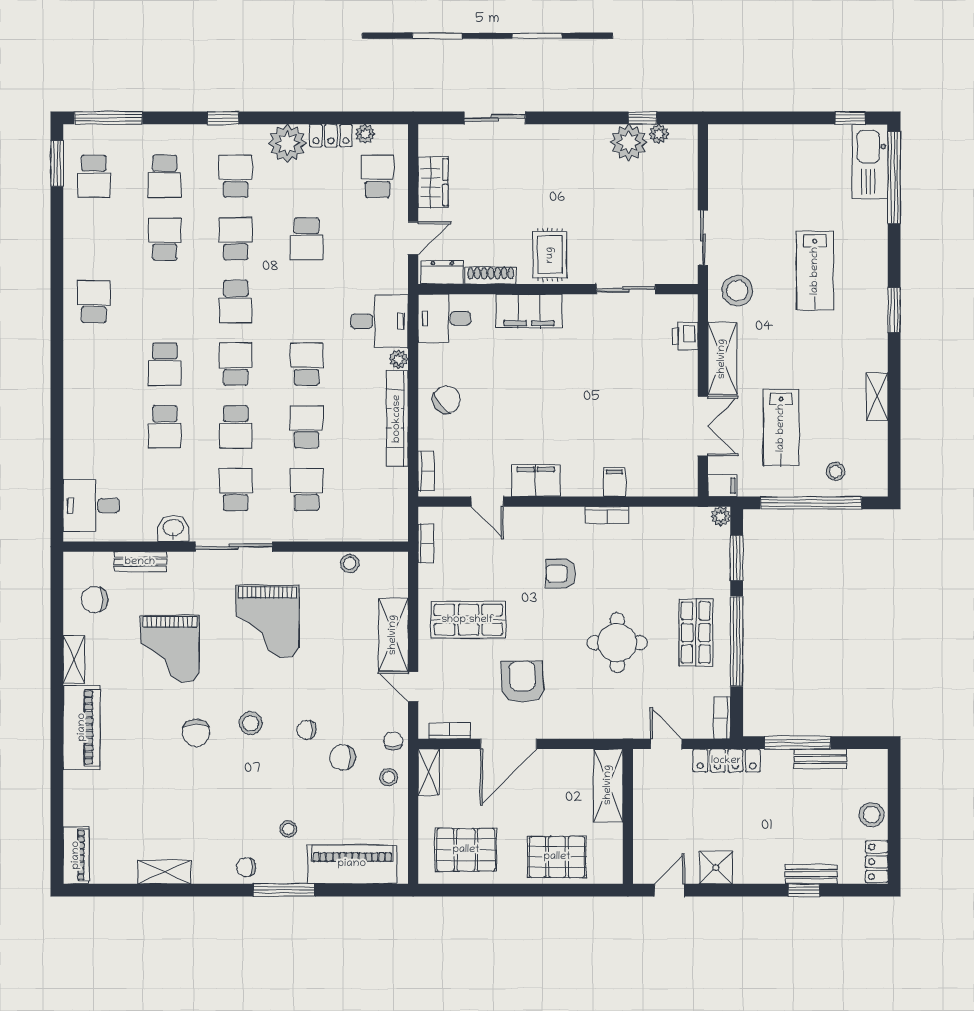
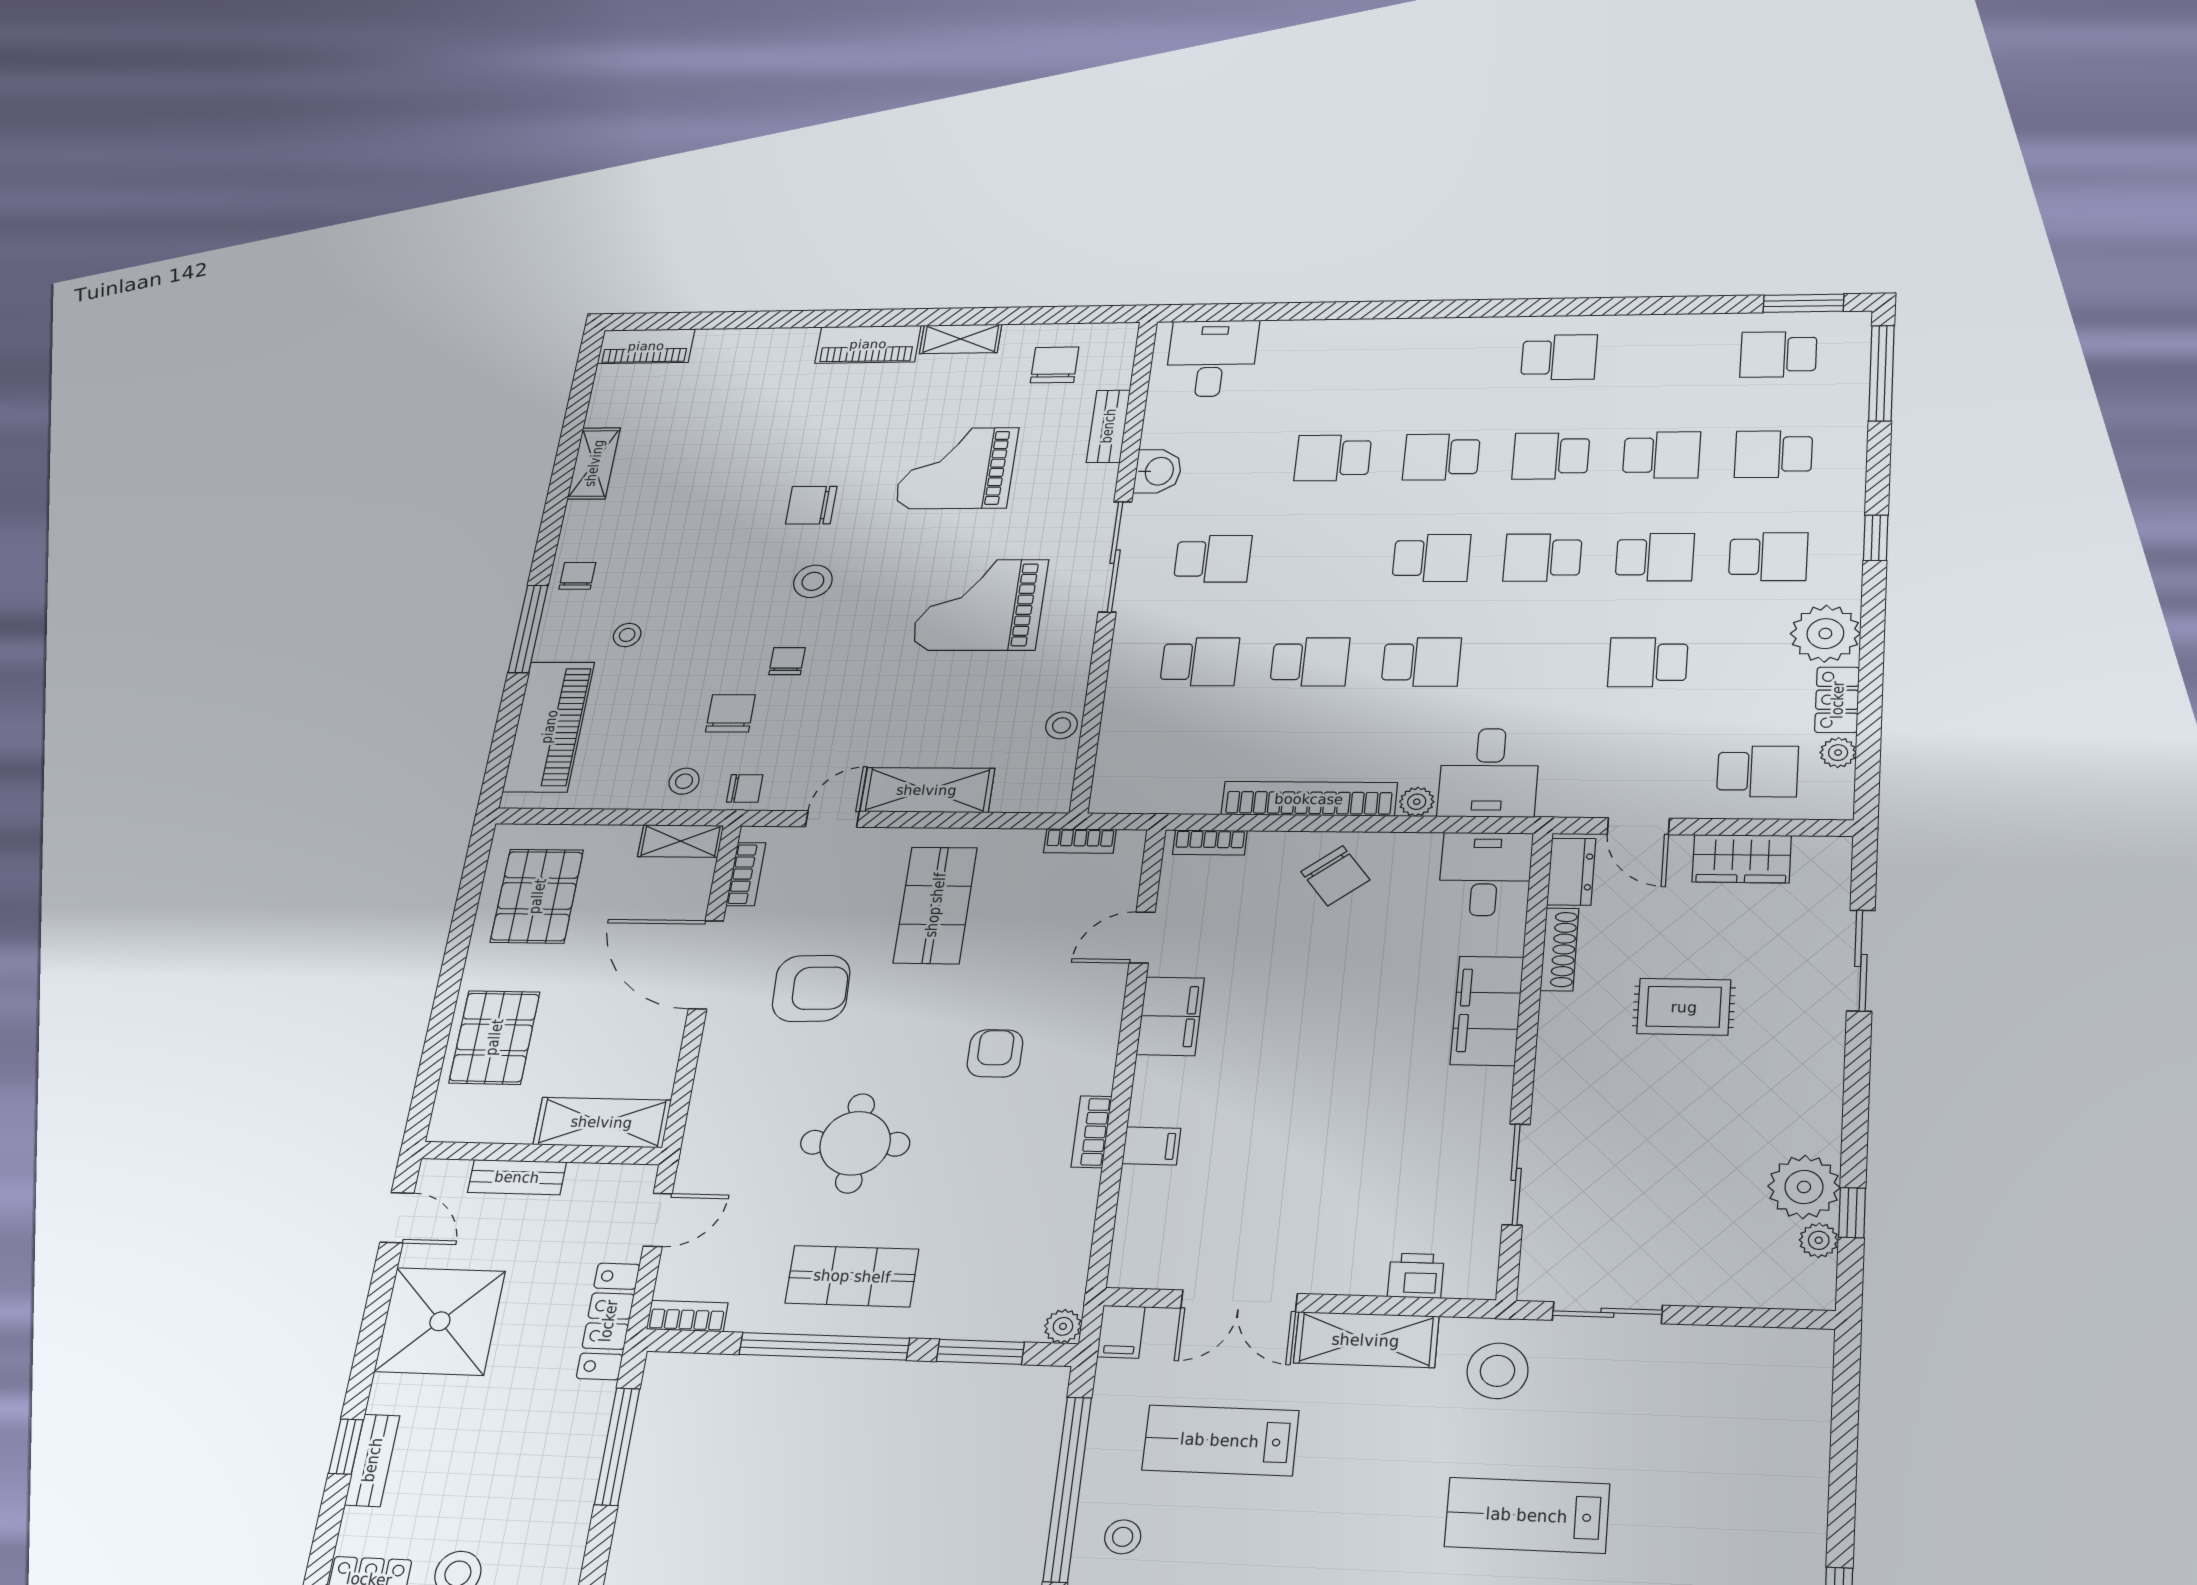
rug: (550, 255) -> (1684, 1007), moved
school desk: (236, 427) -> (1551, 456), moved
piano: (82, 727) -> (868, 344), width x0.73, depth x0.75
bench: (821, 759) -> (517, 1177), moved, turned 90
shower: (716, 867) -> (440, 1321), width x1.86, depth x1.86

